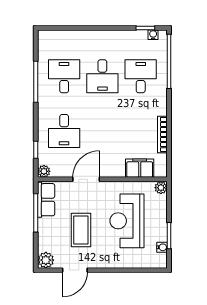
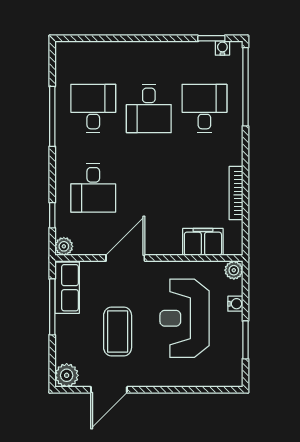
water cooler: (162, 247) -> (235, 304), moved

